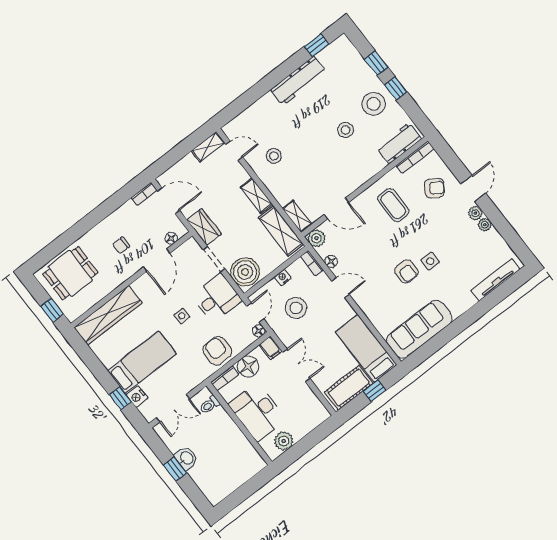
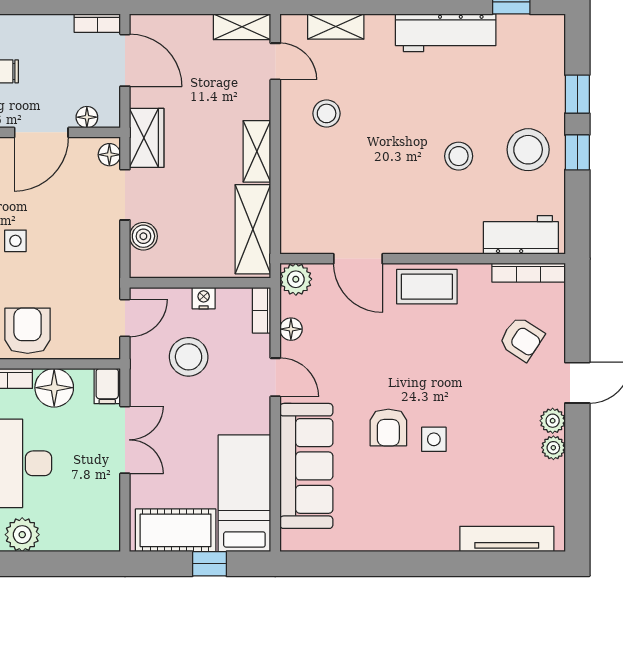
coffee table: (393, 205) -> (427, 287), moved, turned 90
shelving: (297, 216) -> (336, 26), moved, turned 90
boiler: (245, 272) -> (143, 236), width x0.54, depth x0.54
desk: (217, 298) -> (85, 254), removed
sofa: (419, 329) -> (306, 466), moved, turned 90
floor lamp: (259, 331) -> (109, 155), moved

